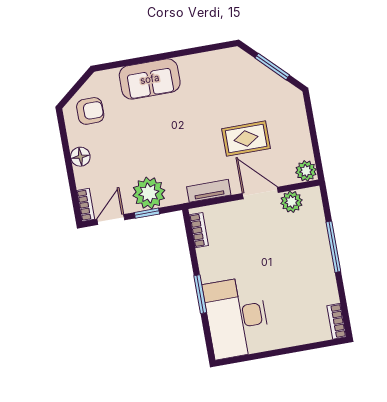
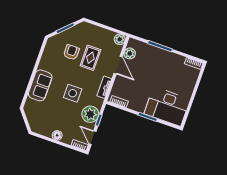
armchair: (90, 111) -> (71, 52), moved
side table: (168, 142) -> (73, 93), added
door: (260, 193) -> (118, 65), swing flipped

